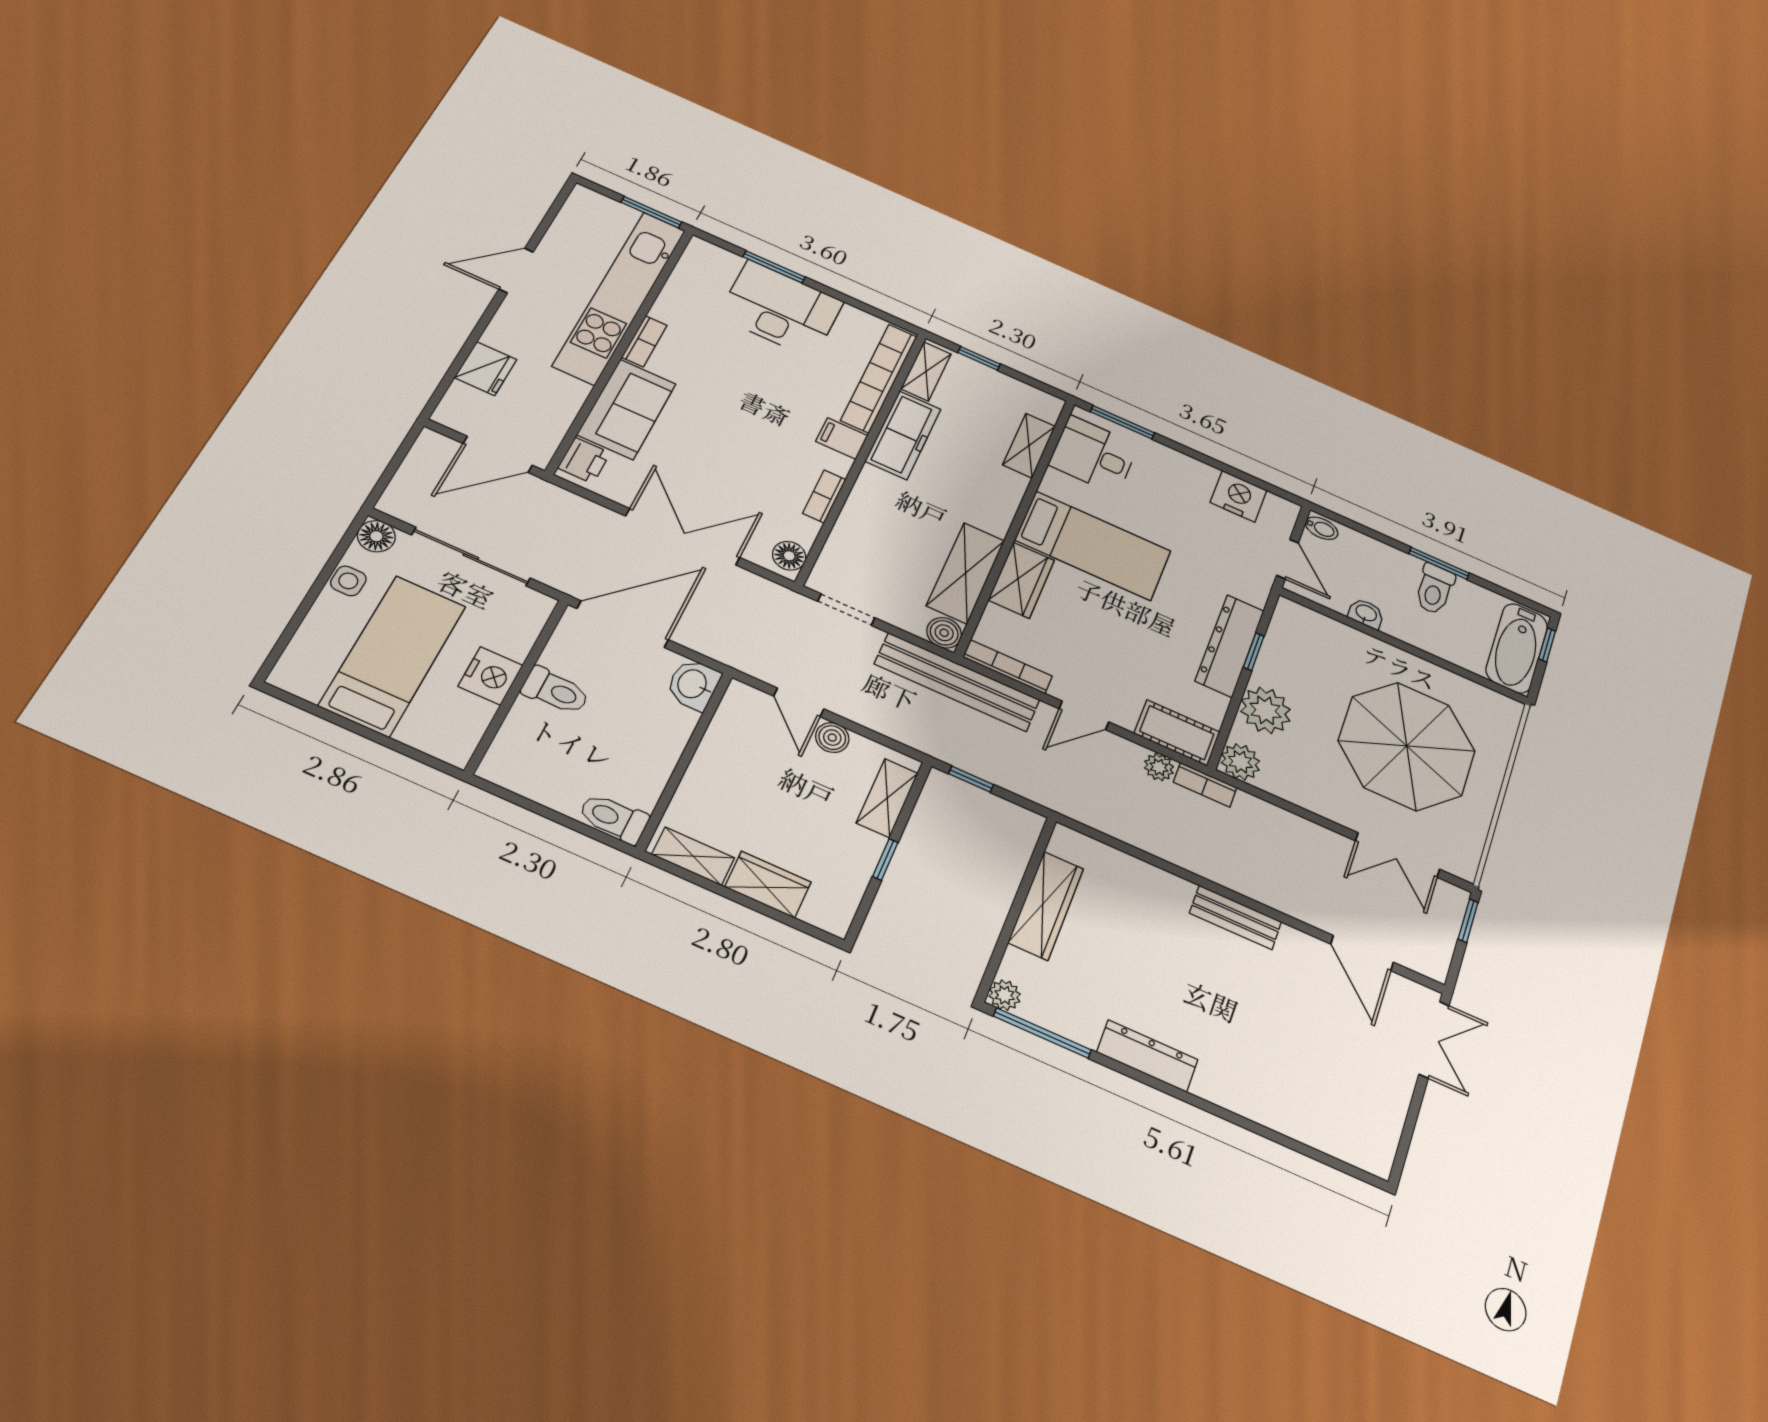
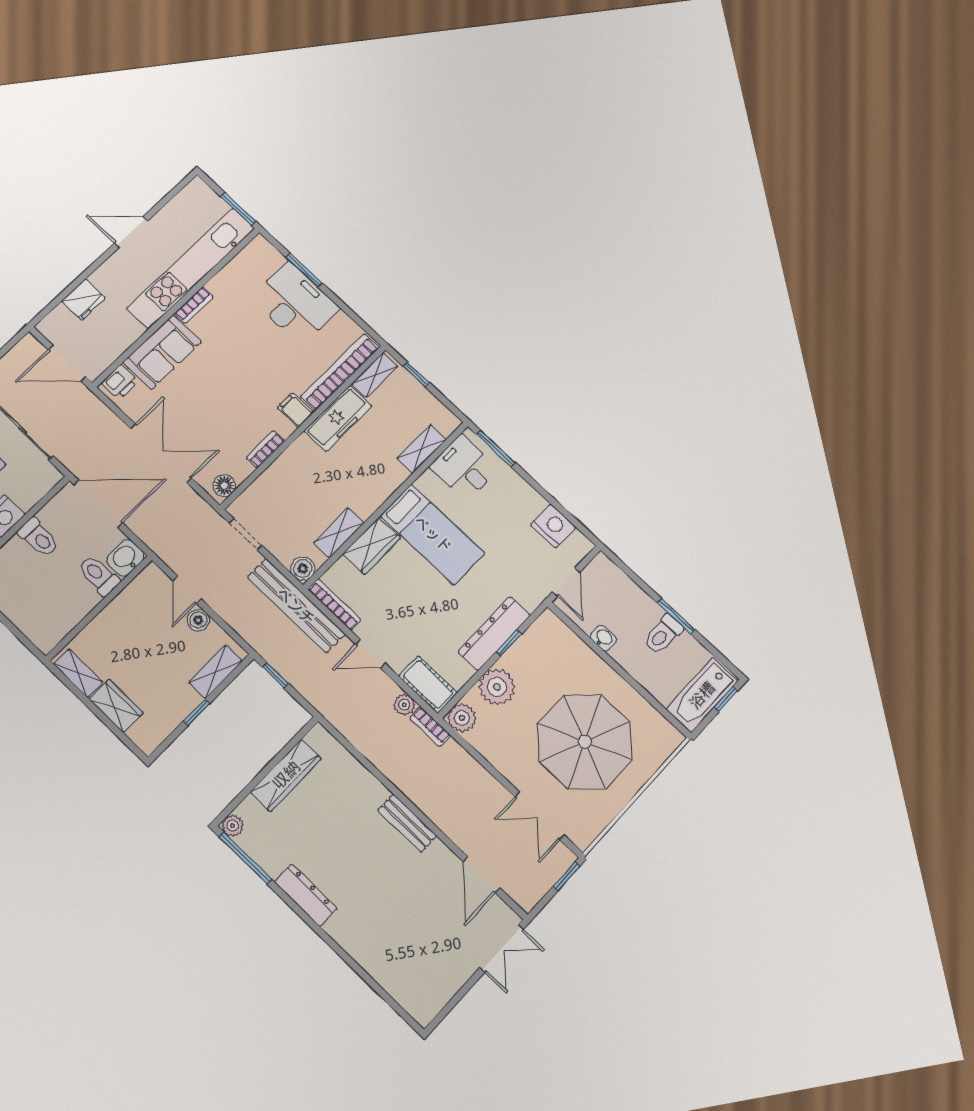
bidet: (1322, 528) -> (602, 566), removed
shelving: (966, 573) -> (339, 533), width x0.67, depth x0.75
toilet: (614, 818) -> (99, 576), moved

